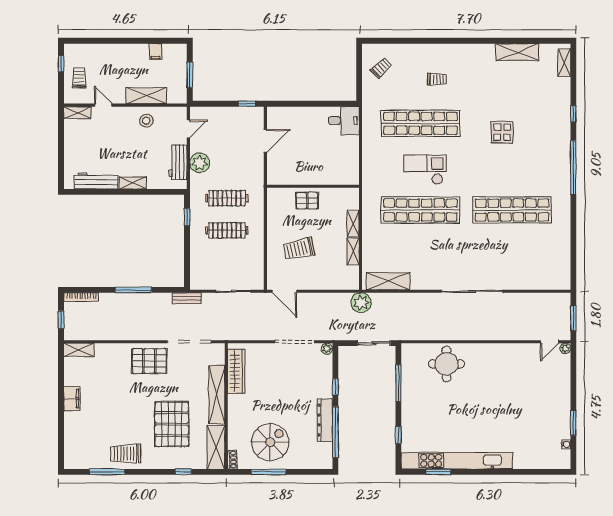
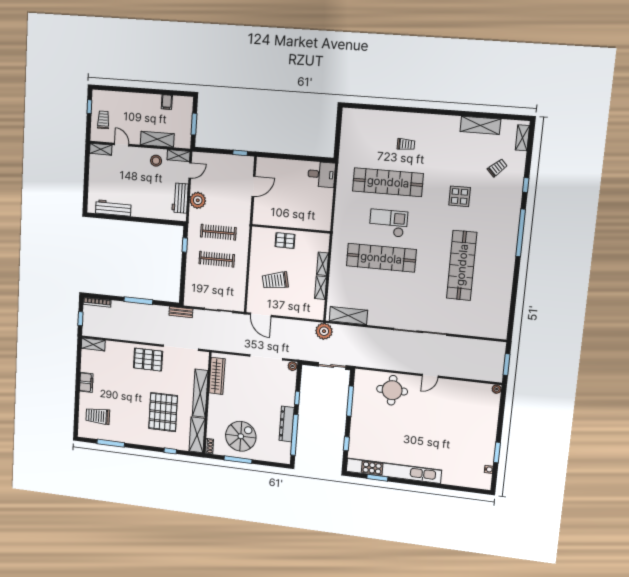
trolley: (381, 68) -> (497, 168), moved
shelving: (133, 183) -> (179, 156), moved
shop shelf: (512, 210) -> (462, 265), turned 90
door: (550, 342) -> (430, 376), moved
trolley: (126, 454) -> (98, 416), moved

